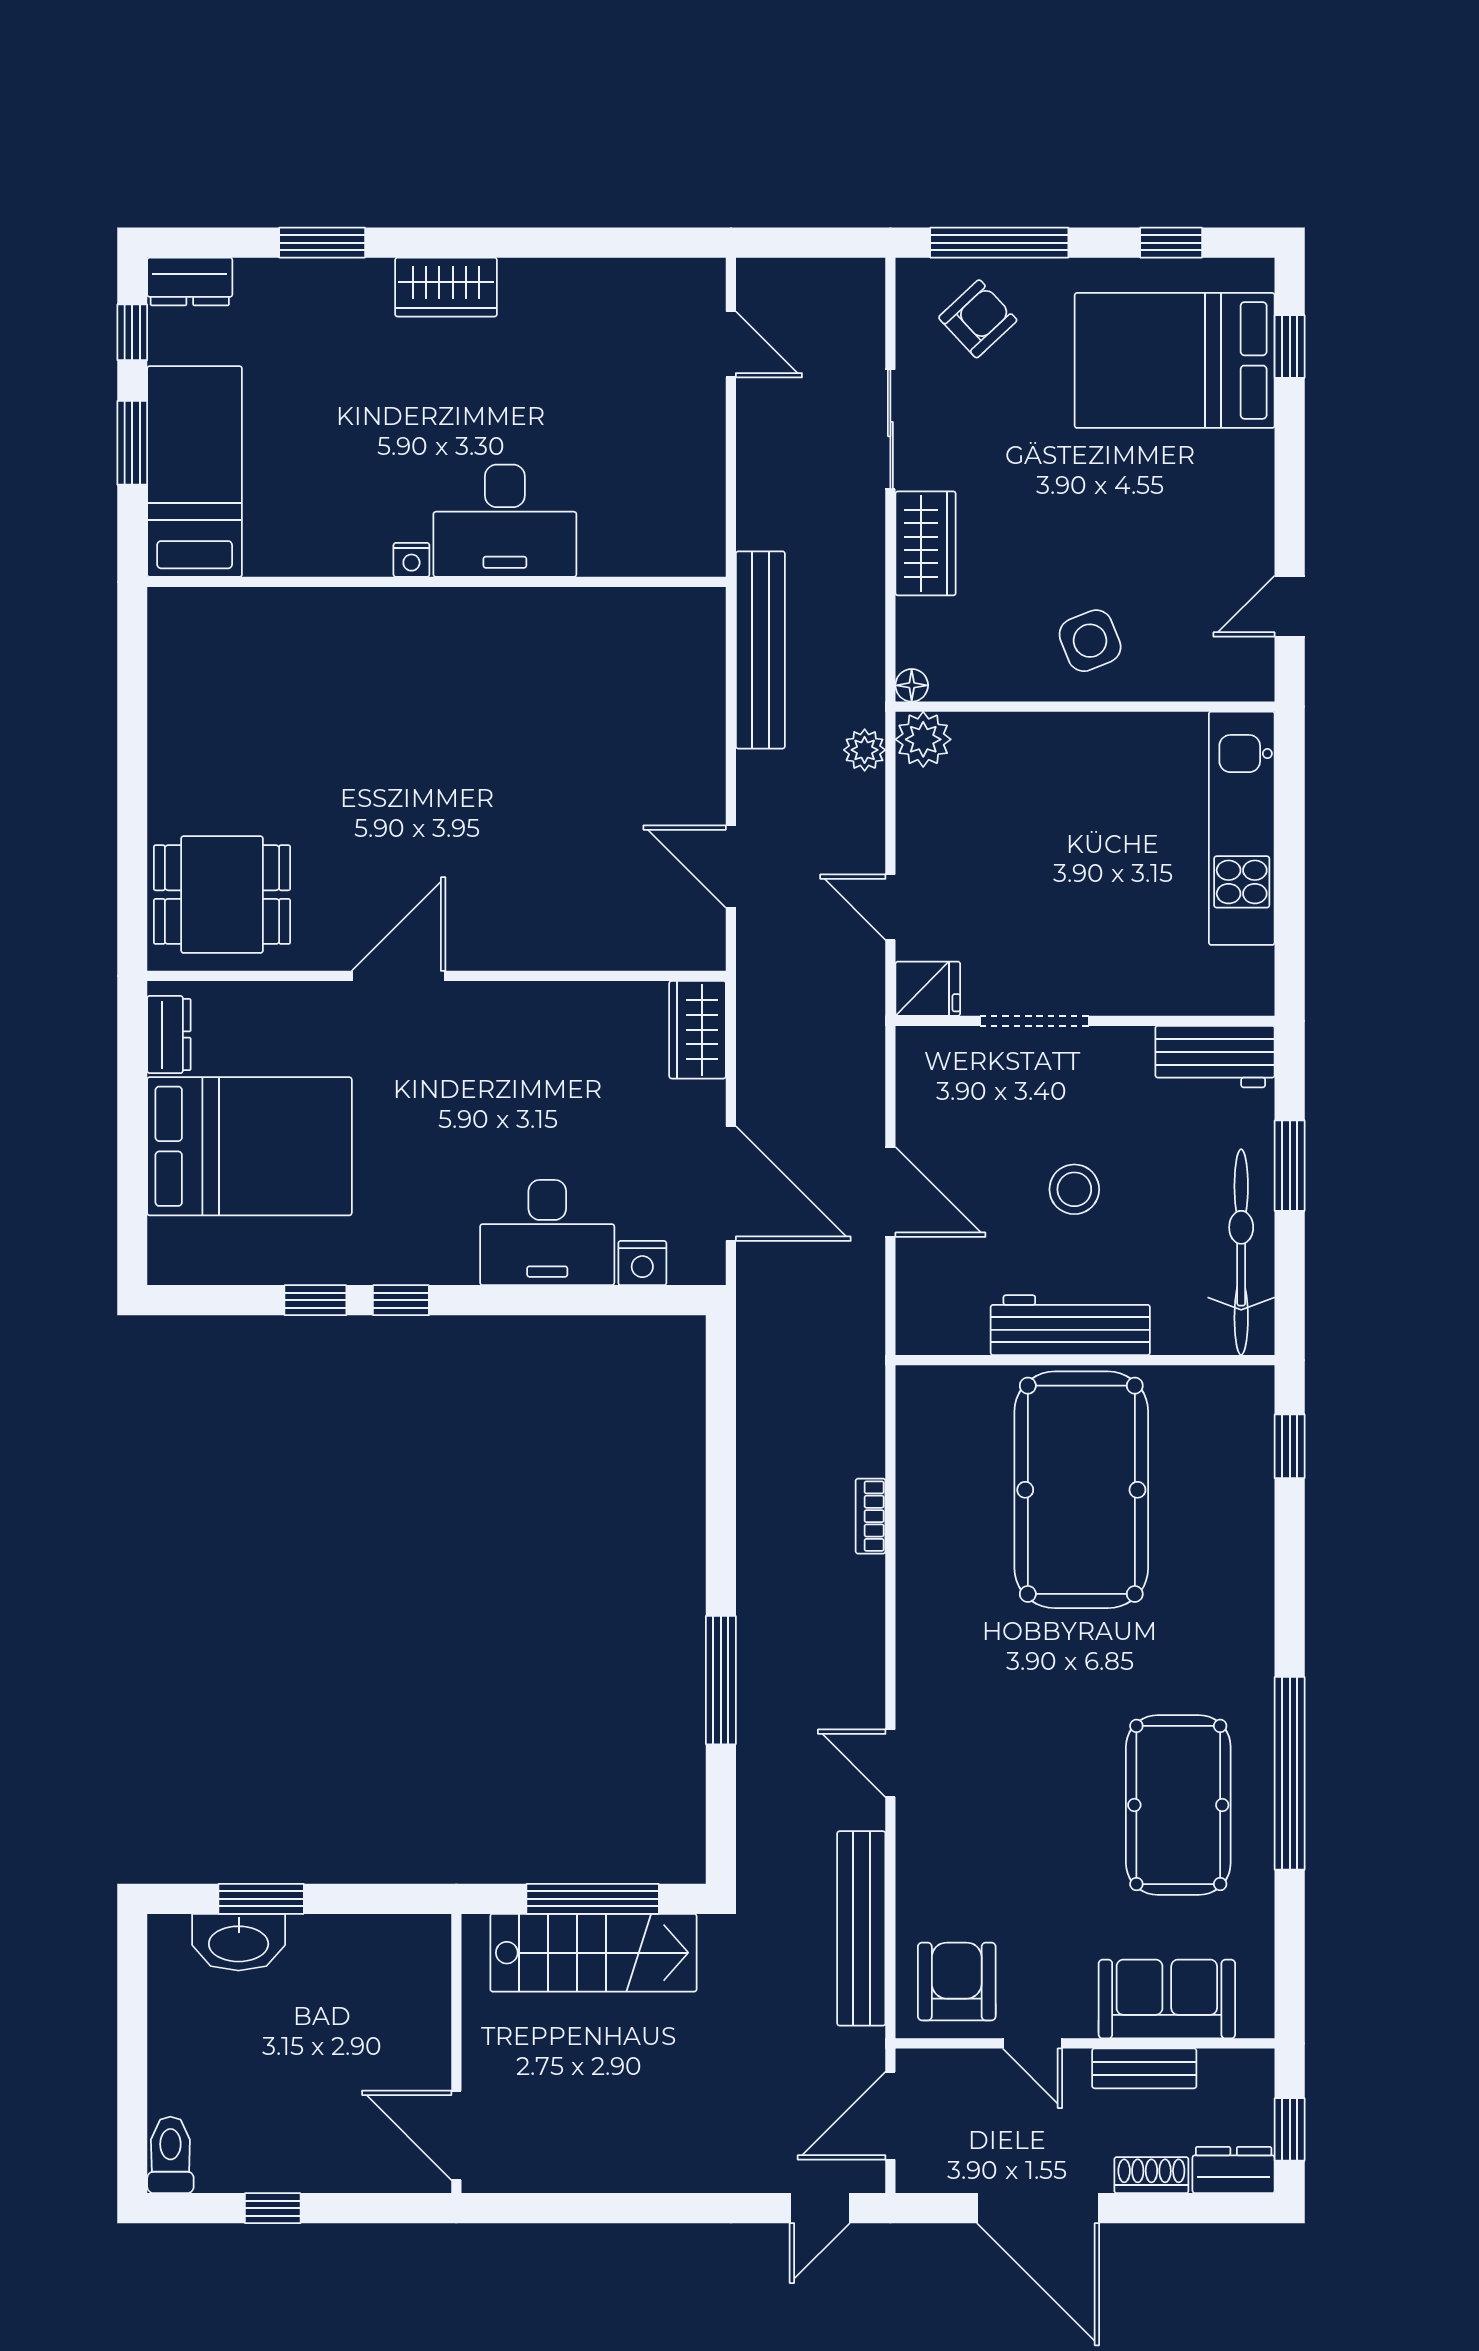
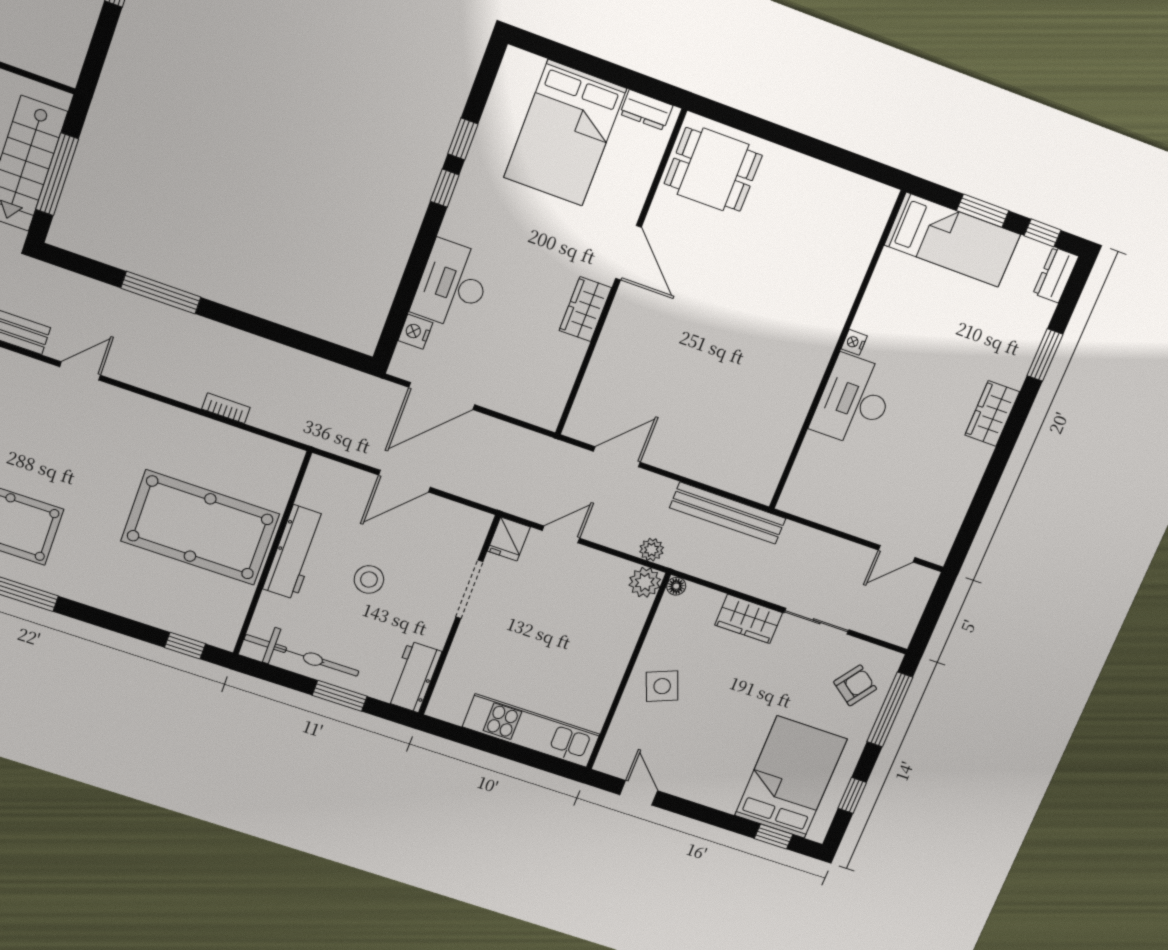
armchair: (978, 319) -> (855, 685), turned -101
dining table: (222, 895) -> (713, 169), turned 90
wardrobe: (698, 1030) -> (585, 309), moved, turned -90

